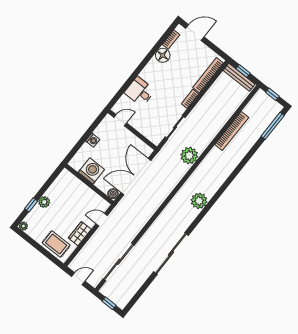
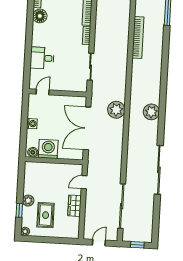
plant: (189, 156) -> (116, 110), moved
boiler: (113, 194) -> (33, 152), moved
rug: (56, 244) -> (46, 215), moved, turned 90

